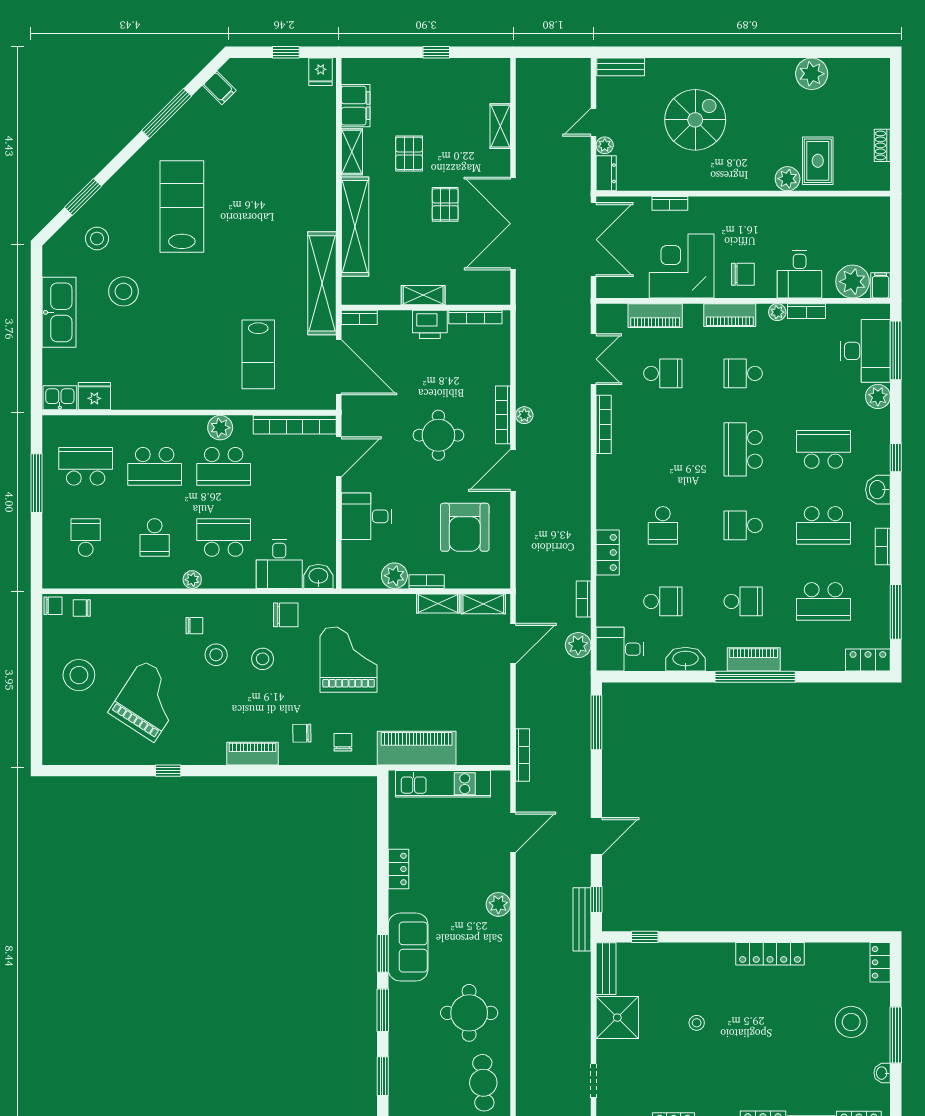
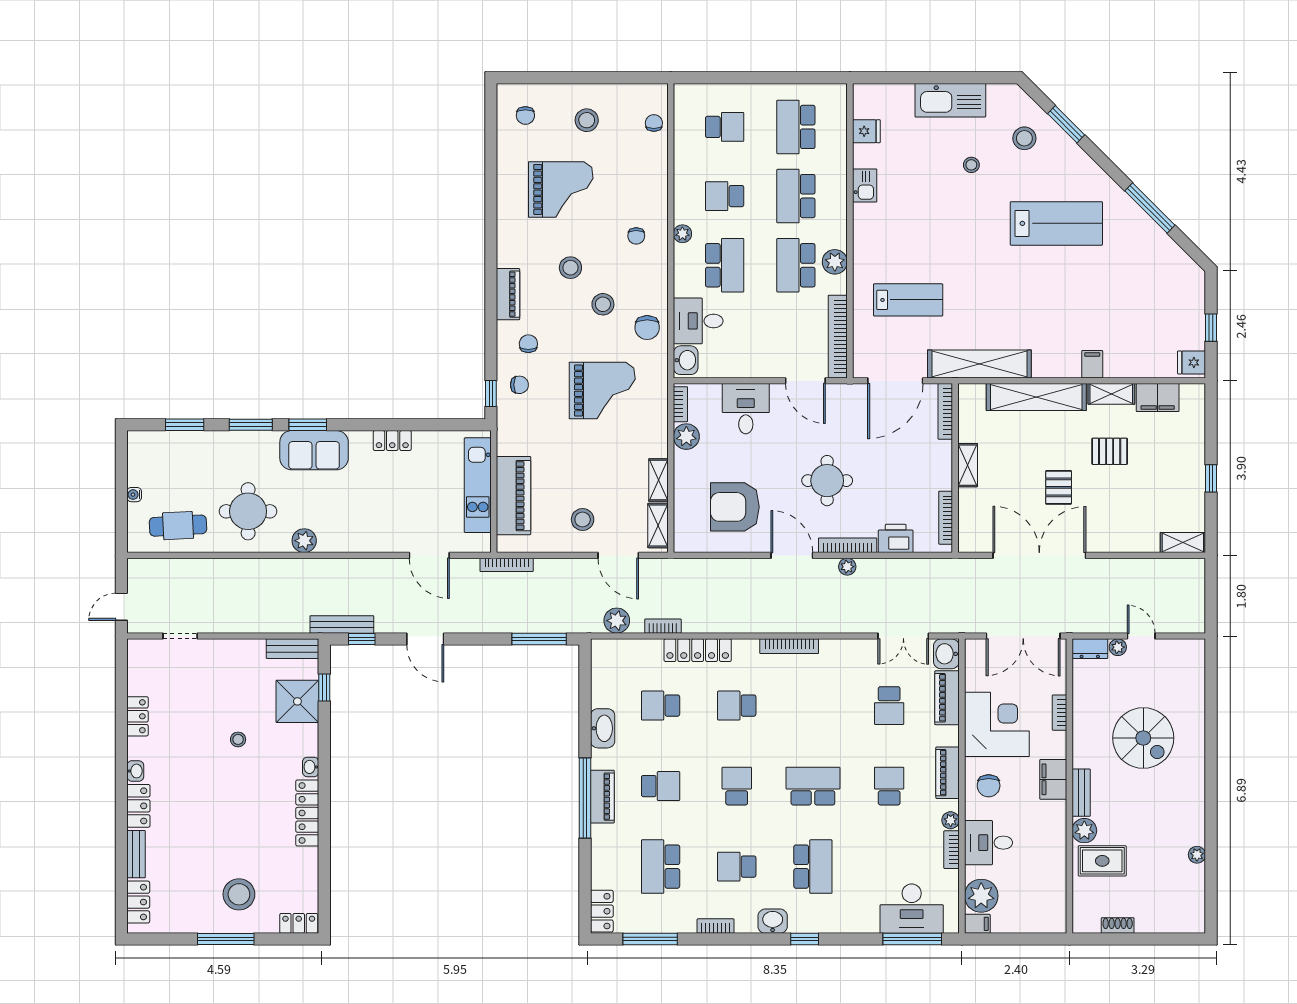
bench: (621, 67) -> (1081, 793), moved
plant: (812, 74) -> (1197, 855), width x0.53, depth x0.53
filing cabinet: (219, 88) -> (1092, 364), moved, turned 135
shelving: (500, 126) -> (1183, 543), moved
pallet: (445, 204) -> (1059, 487), turned 90
filing cabinet: (736, 210) -> (1053, 779), added
stool: (123, 291) -> (971, 165), width x0.53, depth x0.53
washbasin: (611, 316) -> (946, 654), added
bookcase: (359, 317) -> (945, 411), width x1.56
printer: (430, 324) -> (896, 538), moved, turned 90
lab bench: (258, 354) -> (908, 300), turned 180
fridge: (94, 396) -> (866, 131), width x0.72
plant: (878, 396) -> (866, 921), removed
kitchen sink: (60, 398) -> (865, 185), moved
bookcase: (604, 424) -> (789, 646), moved
school desk: (86, 466) -> (796, 127), turned 180
window: (37, 483) -> (779, 78), removed
school desk: (823, 525) -> (737, 867), width x0.54
locker: (608, 552) -> (698, 650), width x1.53
bookcase: (427, 582) -> (680, 404), moved
school desk: (663, 601) -> (661, 706), turned 90
school desk: (743, 601) -> (661, 786), turned -90
chair: (53, 606) -> (525, 115), moved
desk: (620, 649) -> (613, 663), removed
stool: (216, 655) -> (570, 268), moved
stool: (79, 675) -> (587, 120), width x0.73, depth x0.73
stool: (477, 679) -> (583, 520), added
grand piano: (148, 701) -> (561, 189), turned -33
piano: (417, 748) -> (514, 496), moved
window: (168, 771) -> (491, 394), moved
plant: (498, 904) -> (304, 541), moved
shower: (617, 1018) -> (297, 701), moved
washbasin: (882, 1073) -> (311, 767), moved, turned -90

